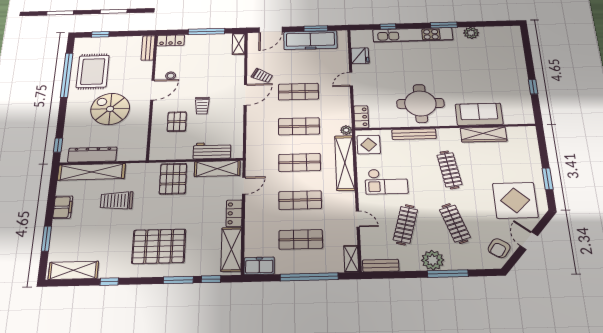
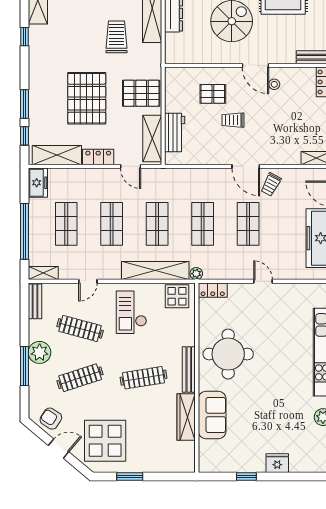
fridge: (360, 56) -> (277, 463), moved, turned 180
bench: (414, 134) -> (189, 369), moved
pallet: (159, 246) -> (87, 98), moved

